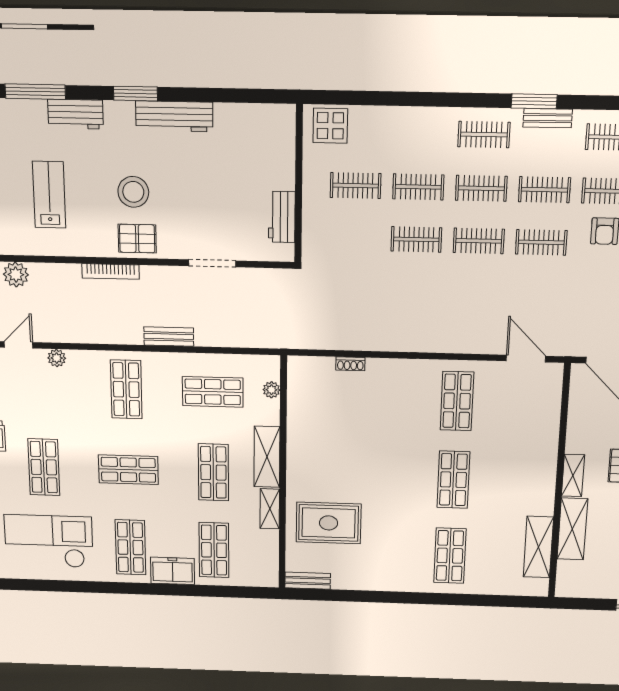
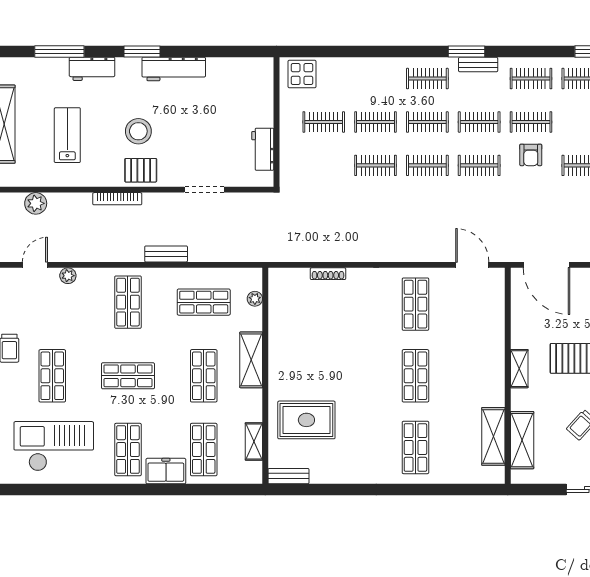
shoe rack: (350, 364) -> (328, 274), width x1.43
shelving: (270, 509) -> (254, 441), moved
shelving: (572, 529) -> (522, 440), moved

